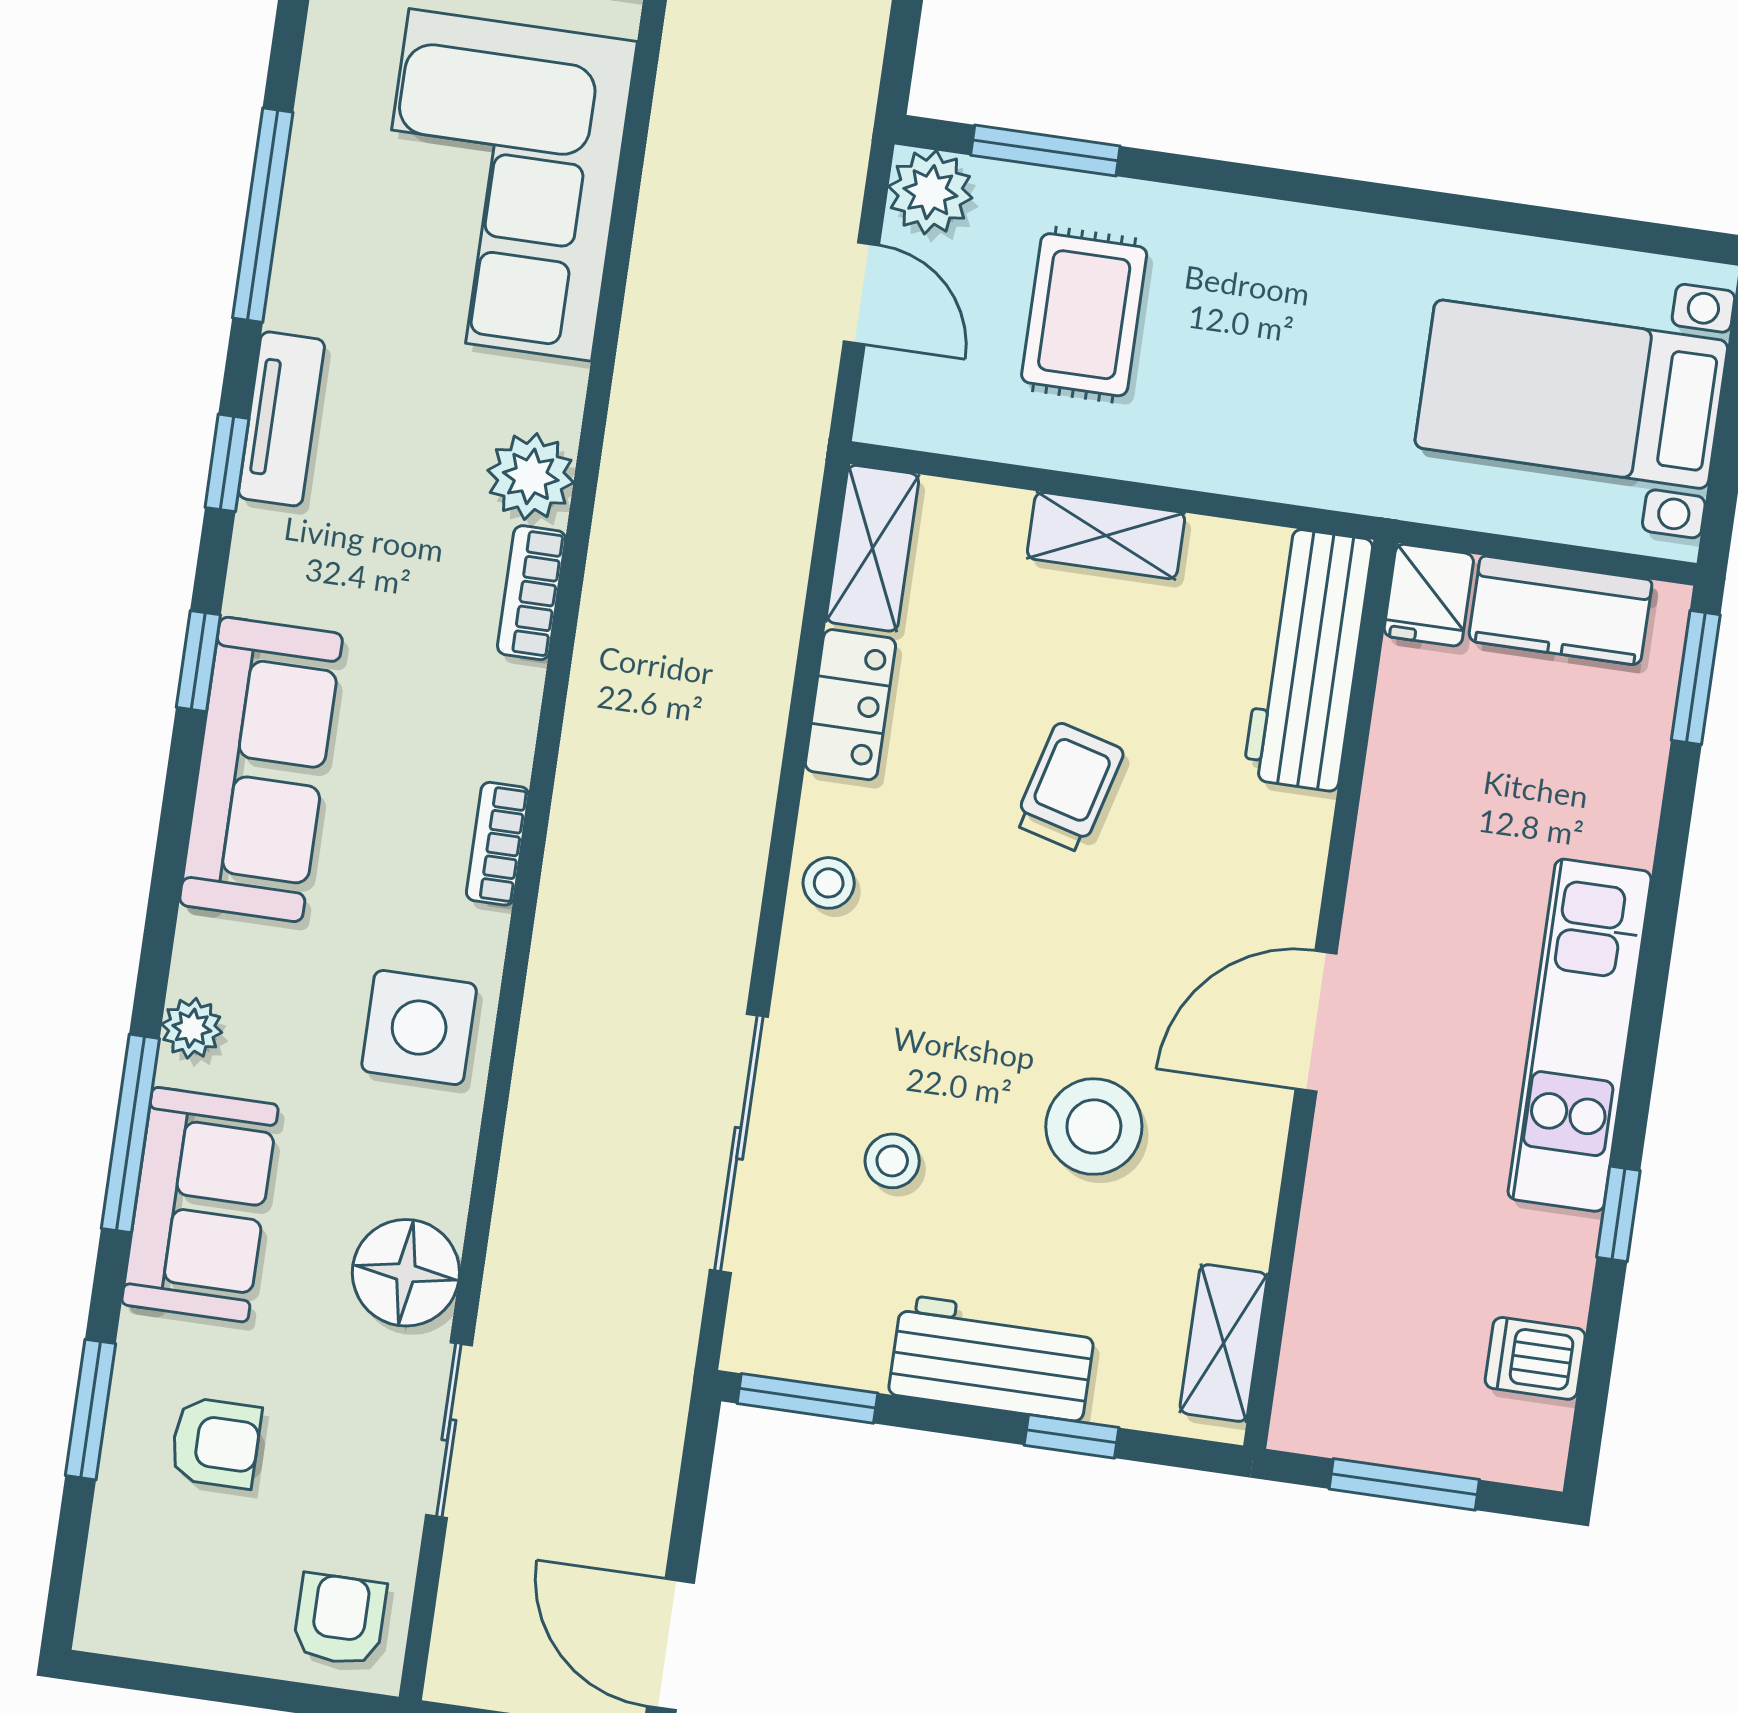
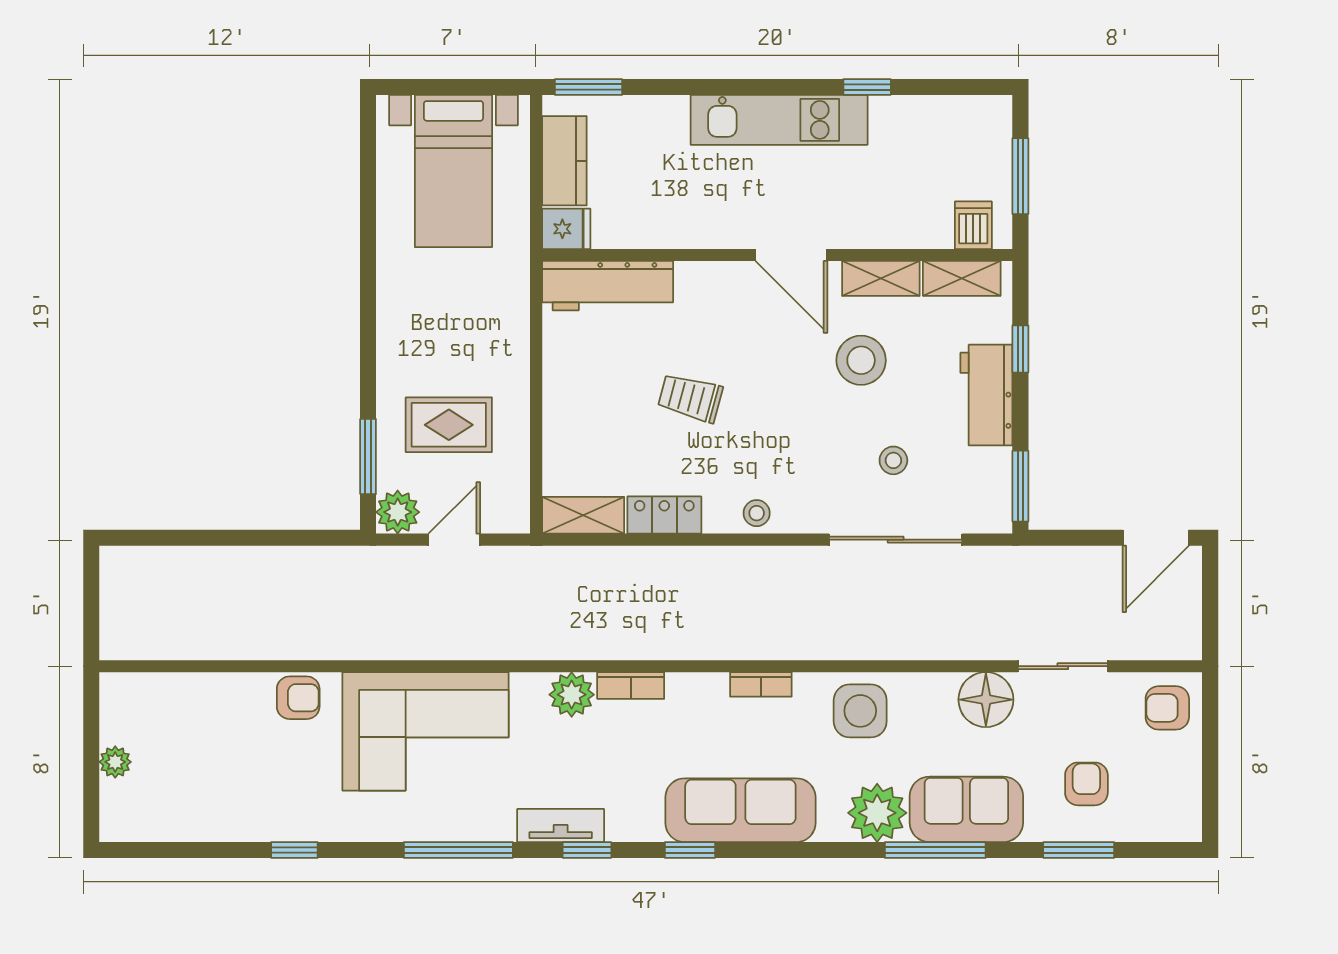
shelving: (1106, 536) -> (881, 278), moved, turned 90
plant: (192, 1028) -> (877, 813), width x1.87, depth x1.87
dishwasher: (1535, 1358) -> (973, 225), moved, turned 180

